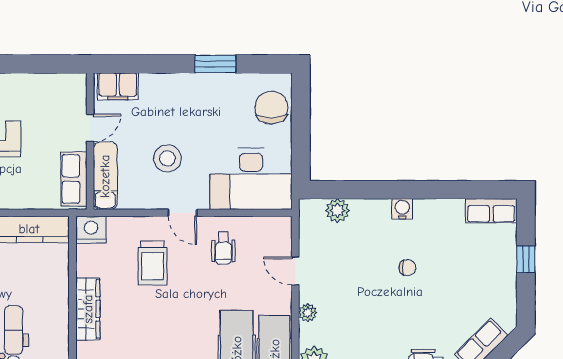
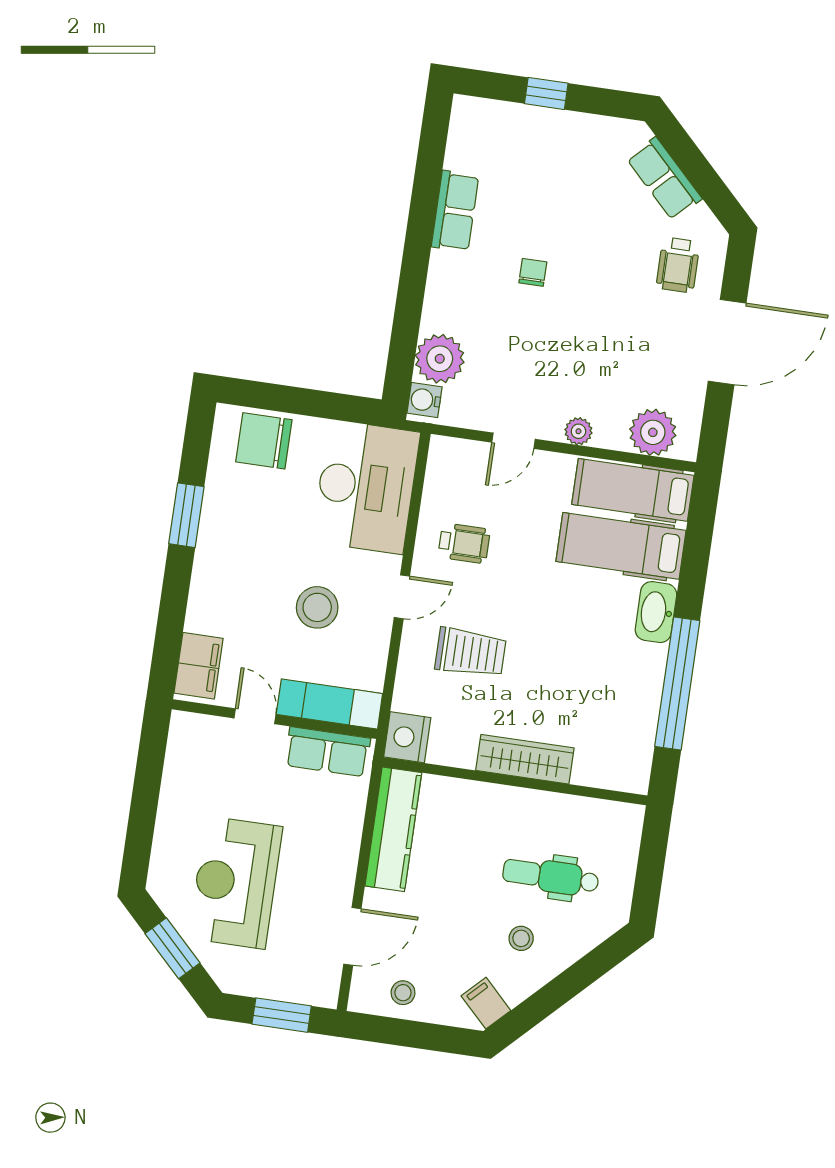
water cooler: (402, 209) -> (424, 400), moved
plant: (338, 211) -> (440, 359), width x1.36, depth x1.36
row of seats: (491, 211) -> (455, 211), moved

